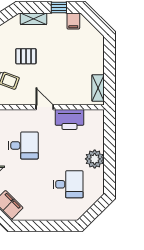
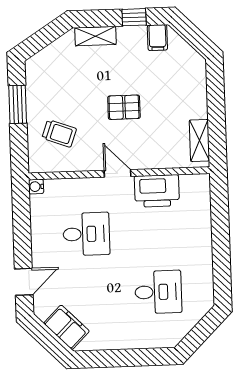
pallet: (26, 56) -> (124, 107), moved
plant: (95, 159) -> (198, 251), removed

